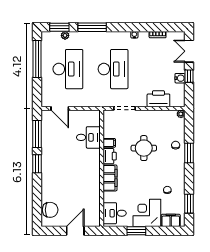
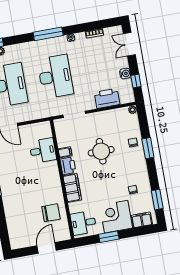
window: (92, 27) -> (48, 34), moved
window: (189, 76) -> (136, 81), moved
chair: (50, 210) -> (51, 213), moved

